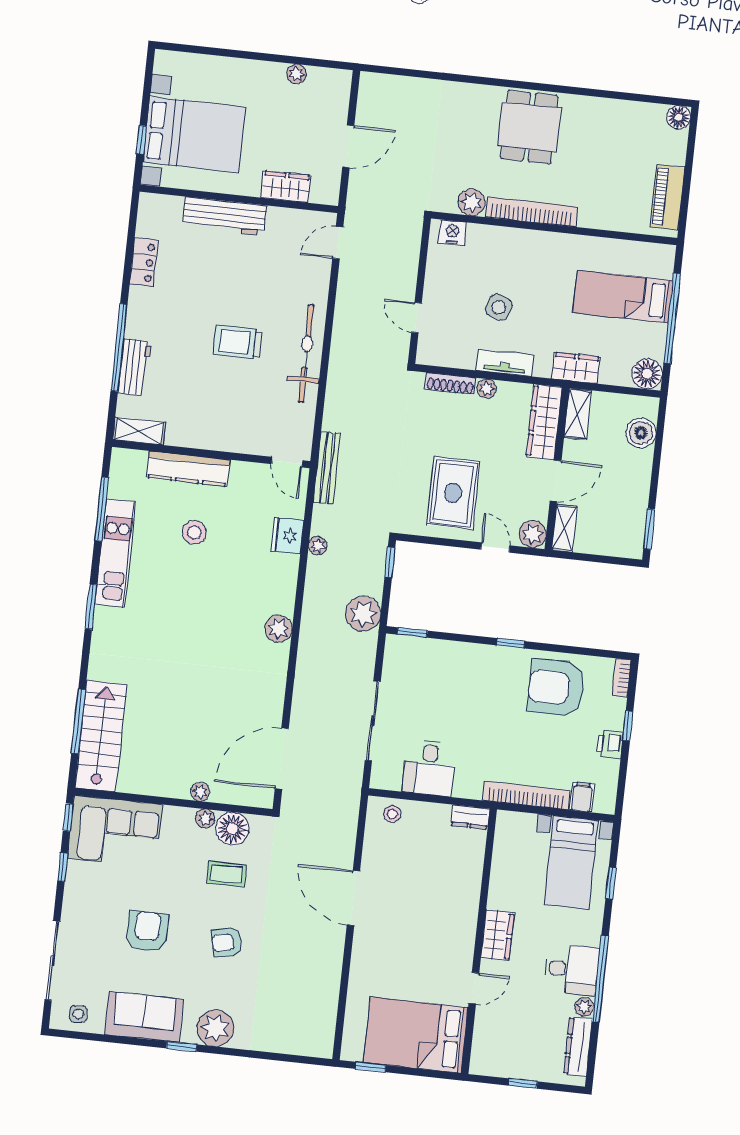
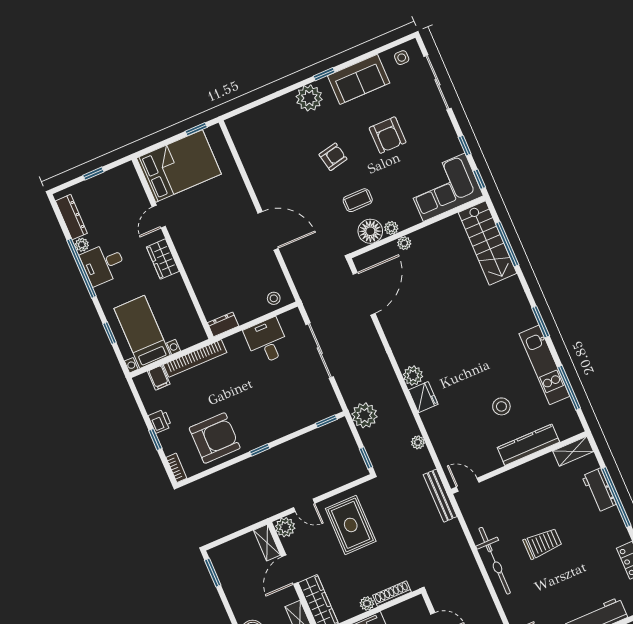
fridge: (288, 536) -> (423, 397), moved

